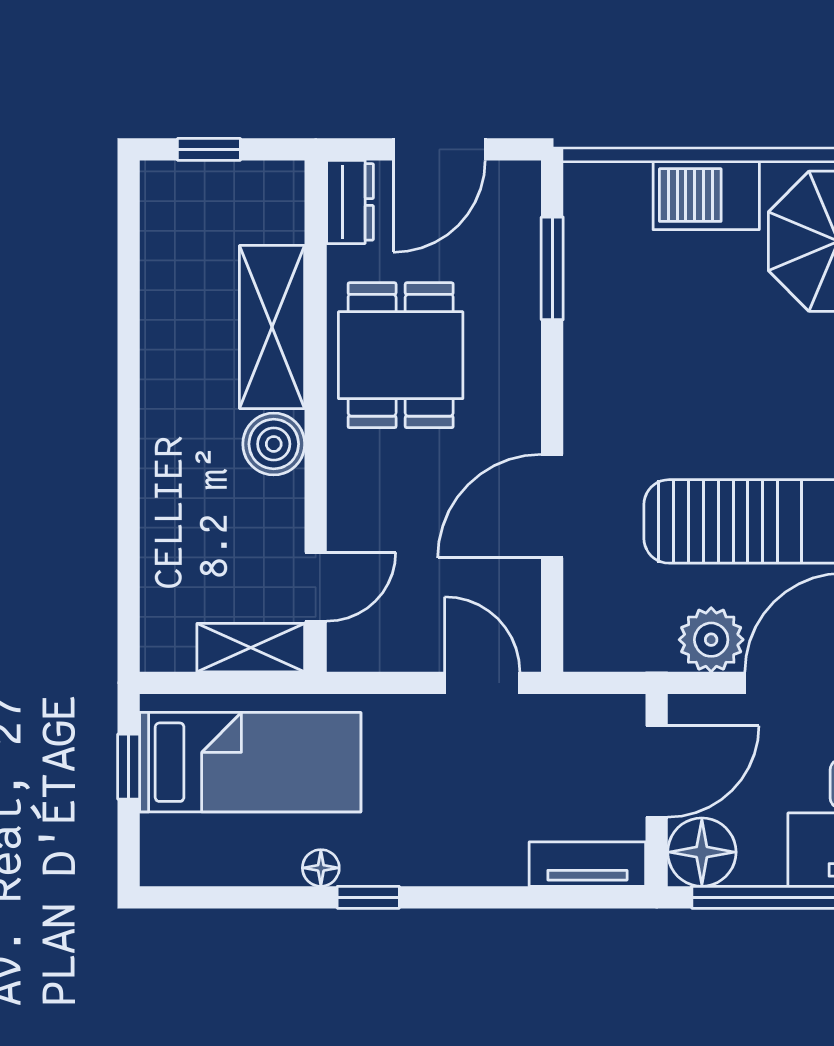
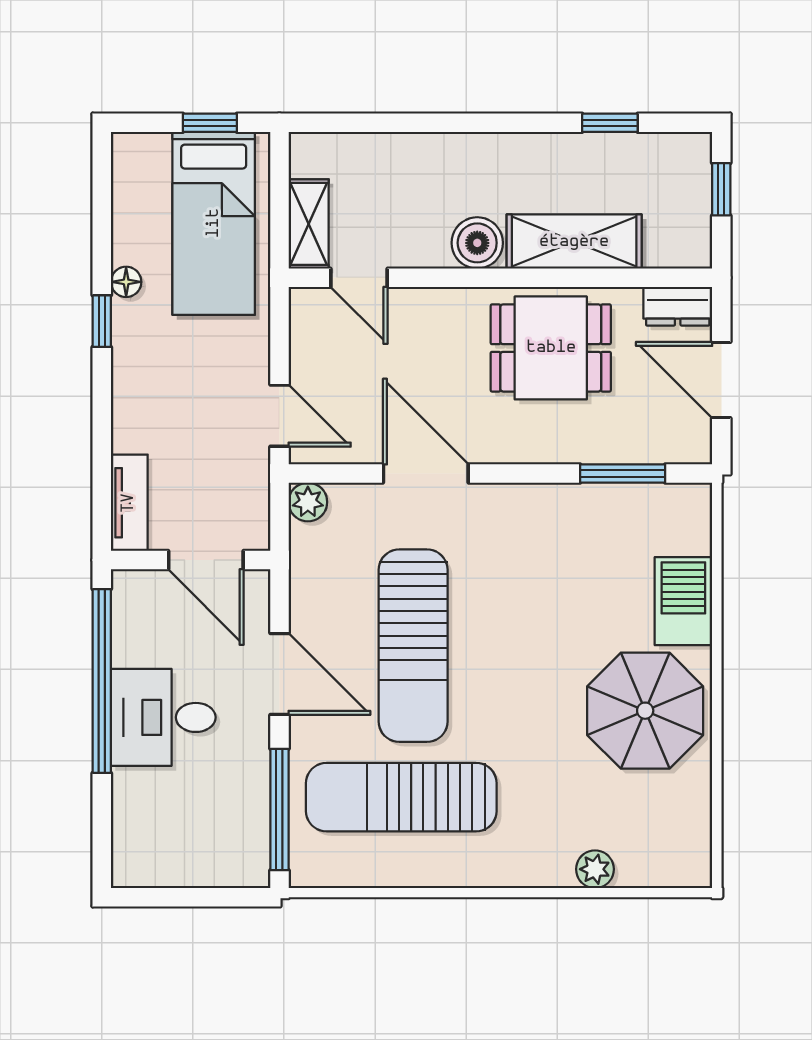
window: (129, 284) -> (610, 123), added
plant: (711, 640) -> (308, 502), moved, width x0.73, depth x0.73
door: (482, 683) -> (279, 416), hinge flipped
floor lamp: (702, 852) -> (139, 597), removed

